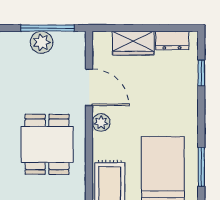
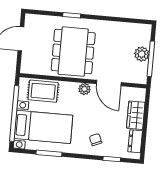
door: (89, 87) -> (109, 83), hinge flipped
chair: (175, 99) -> (96, 140), added
dining table: (47, 144) -> (73, 52), width x1.38

